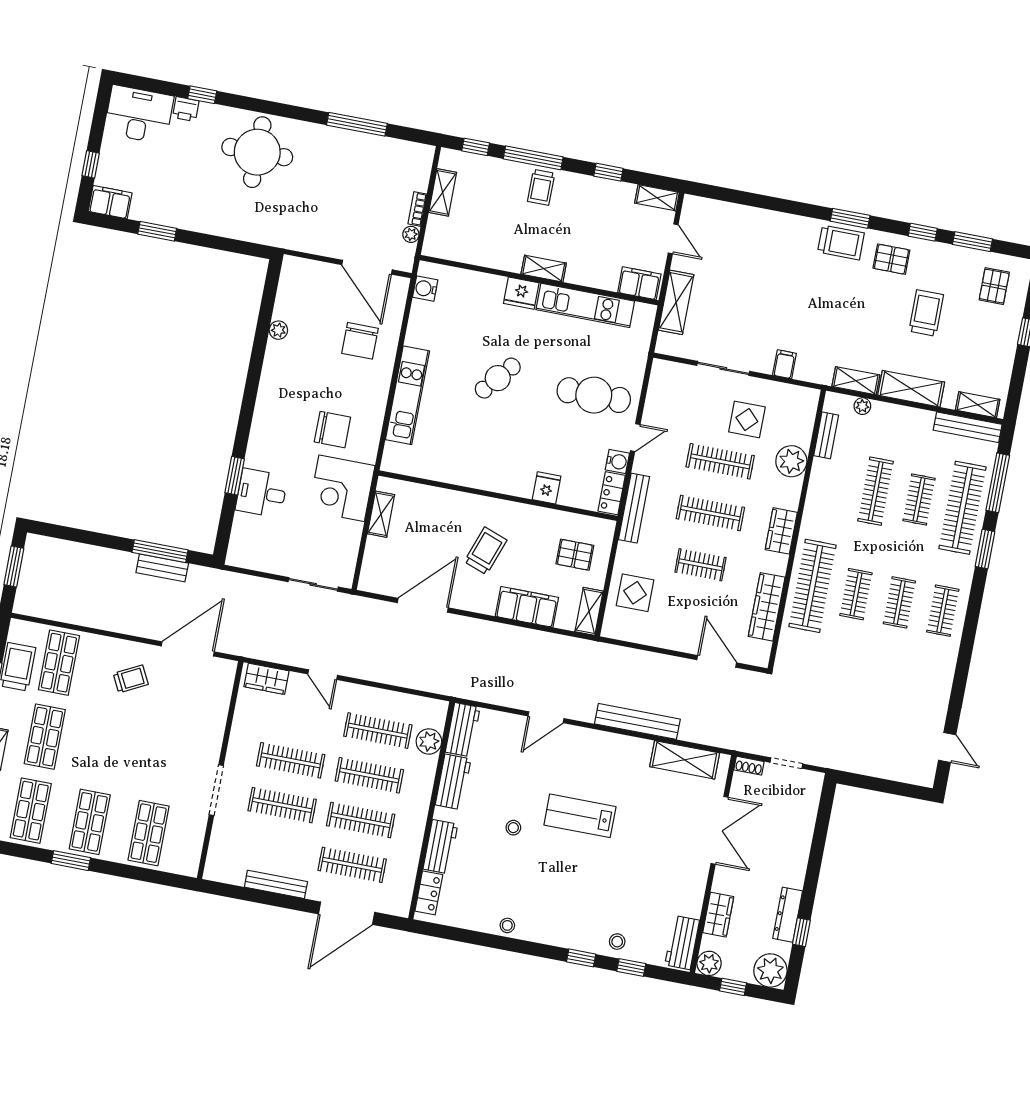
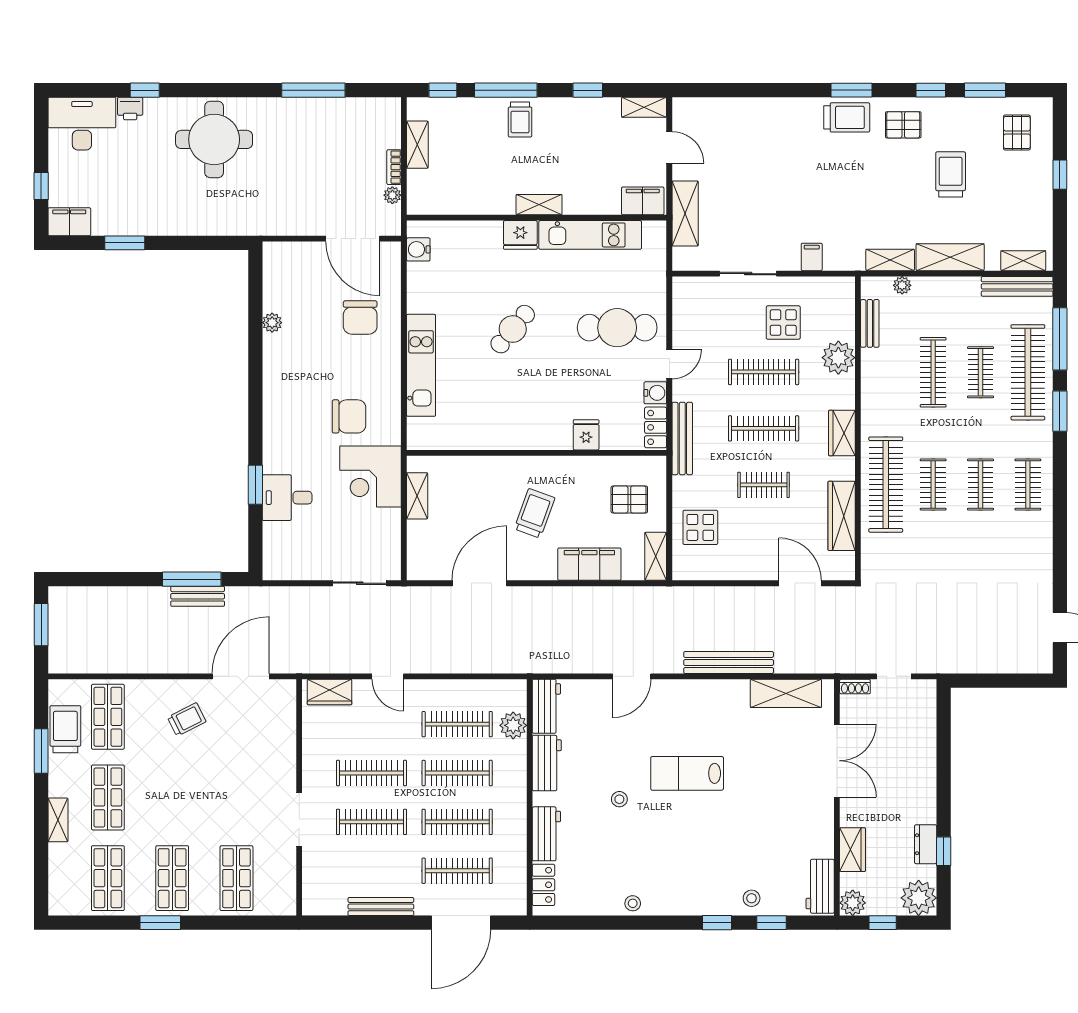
dresser: (788, 915) -> (926, 844), width x0.70

